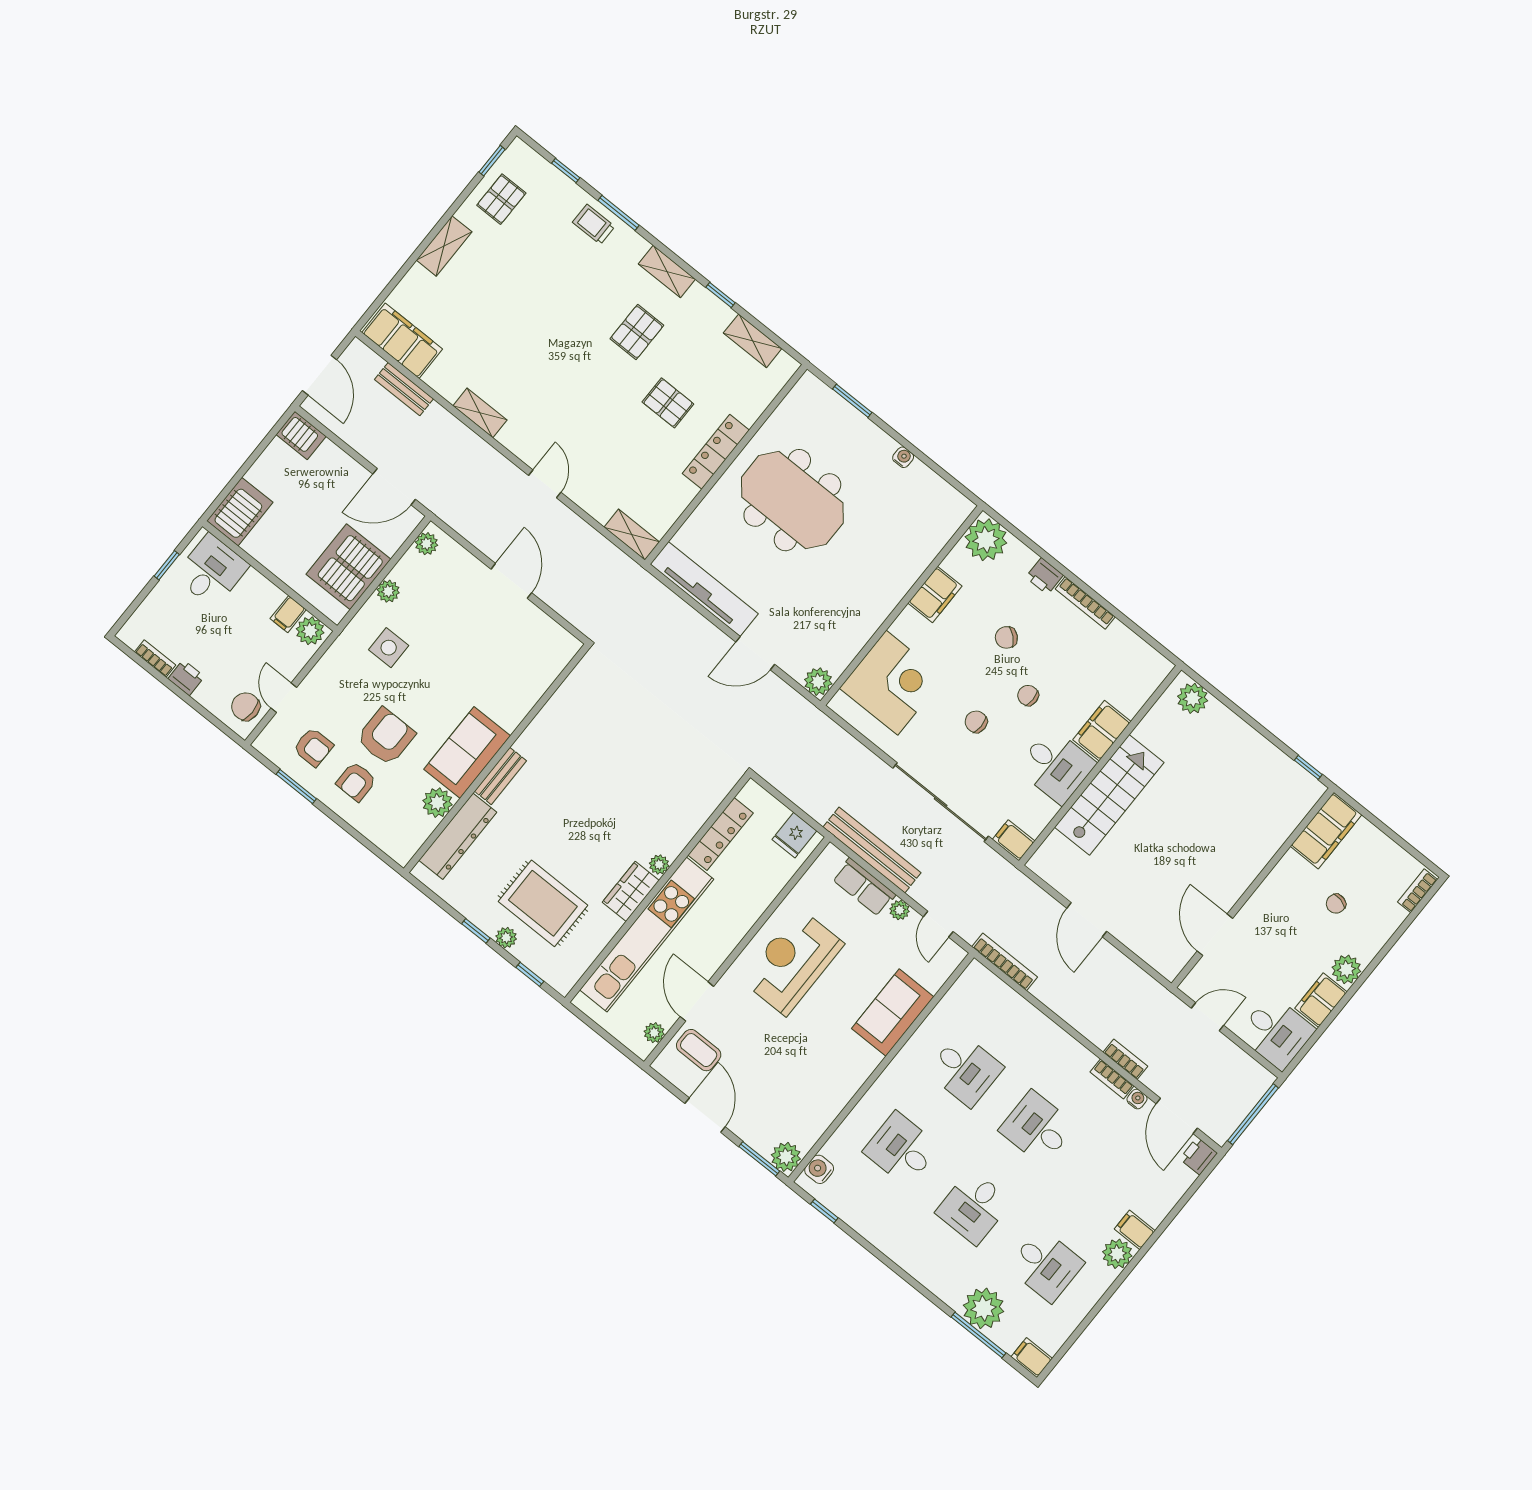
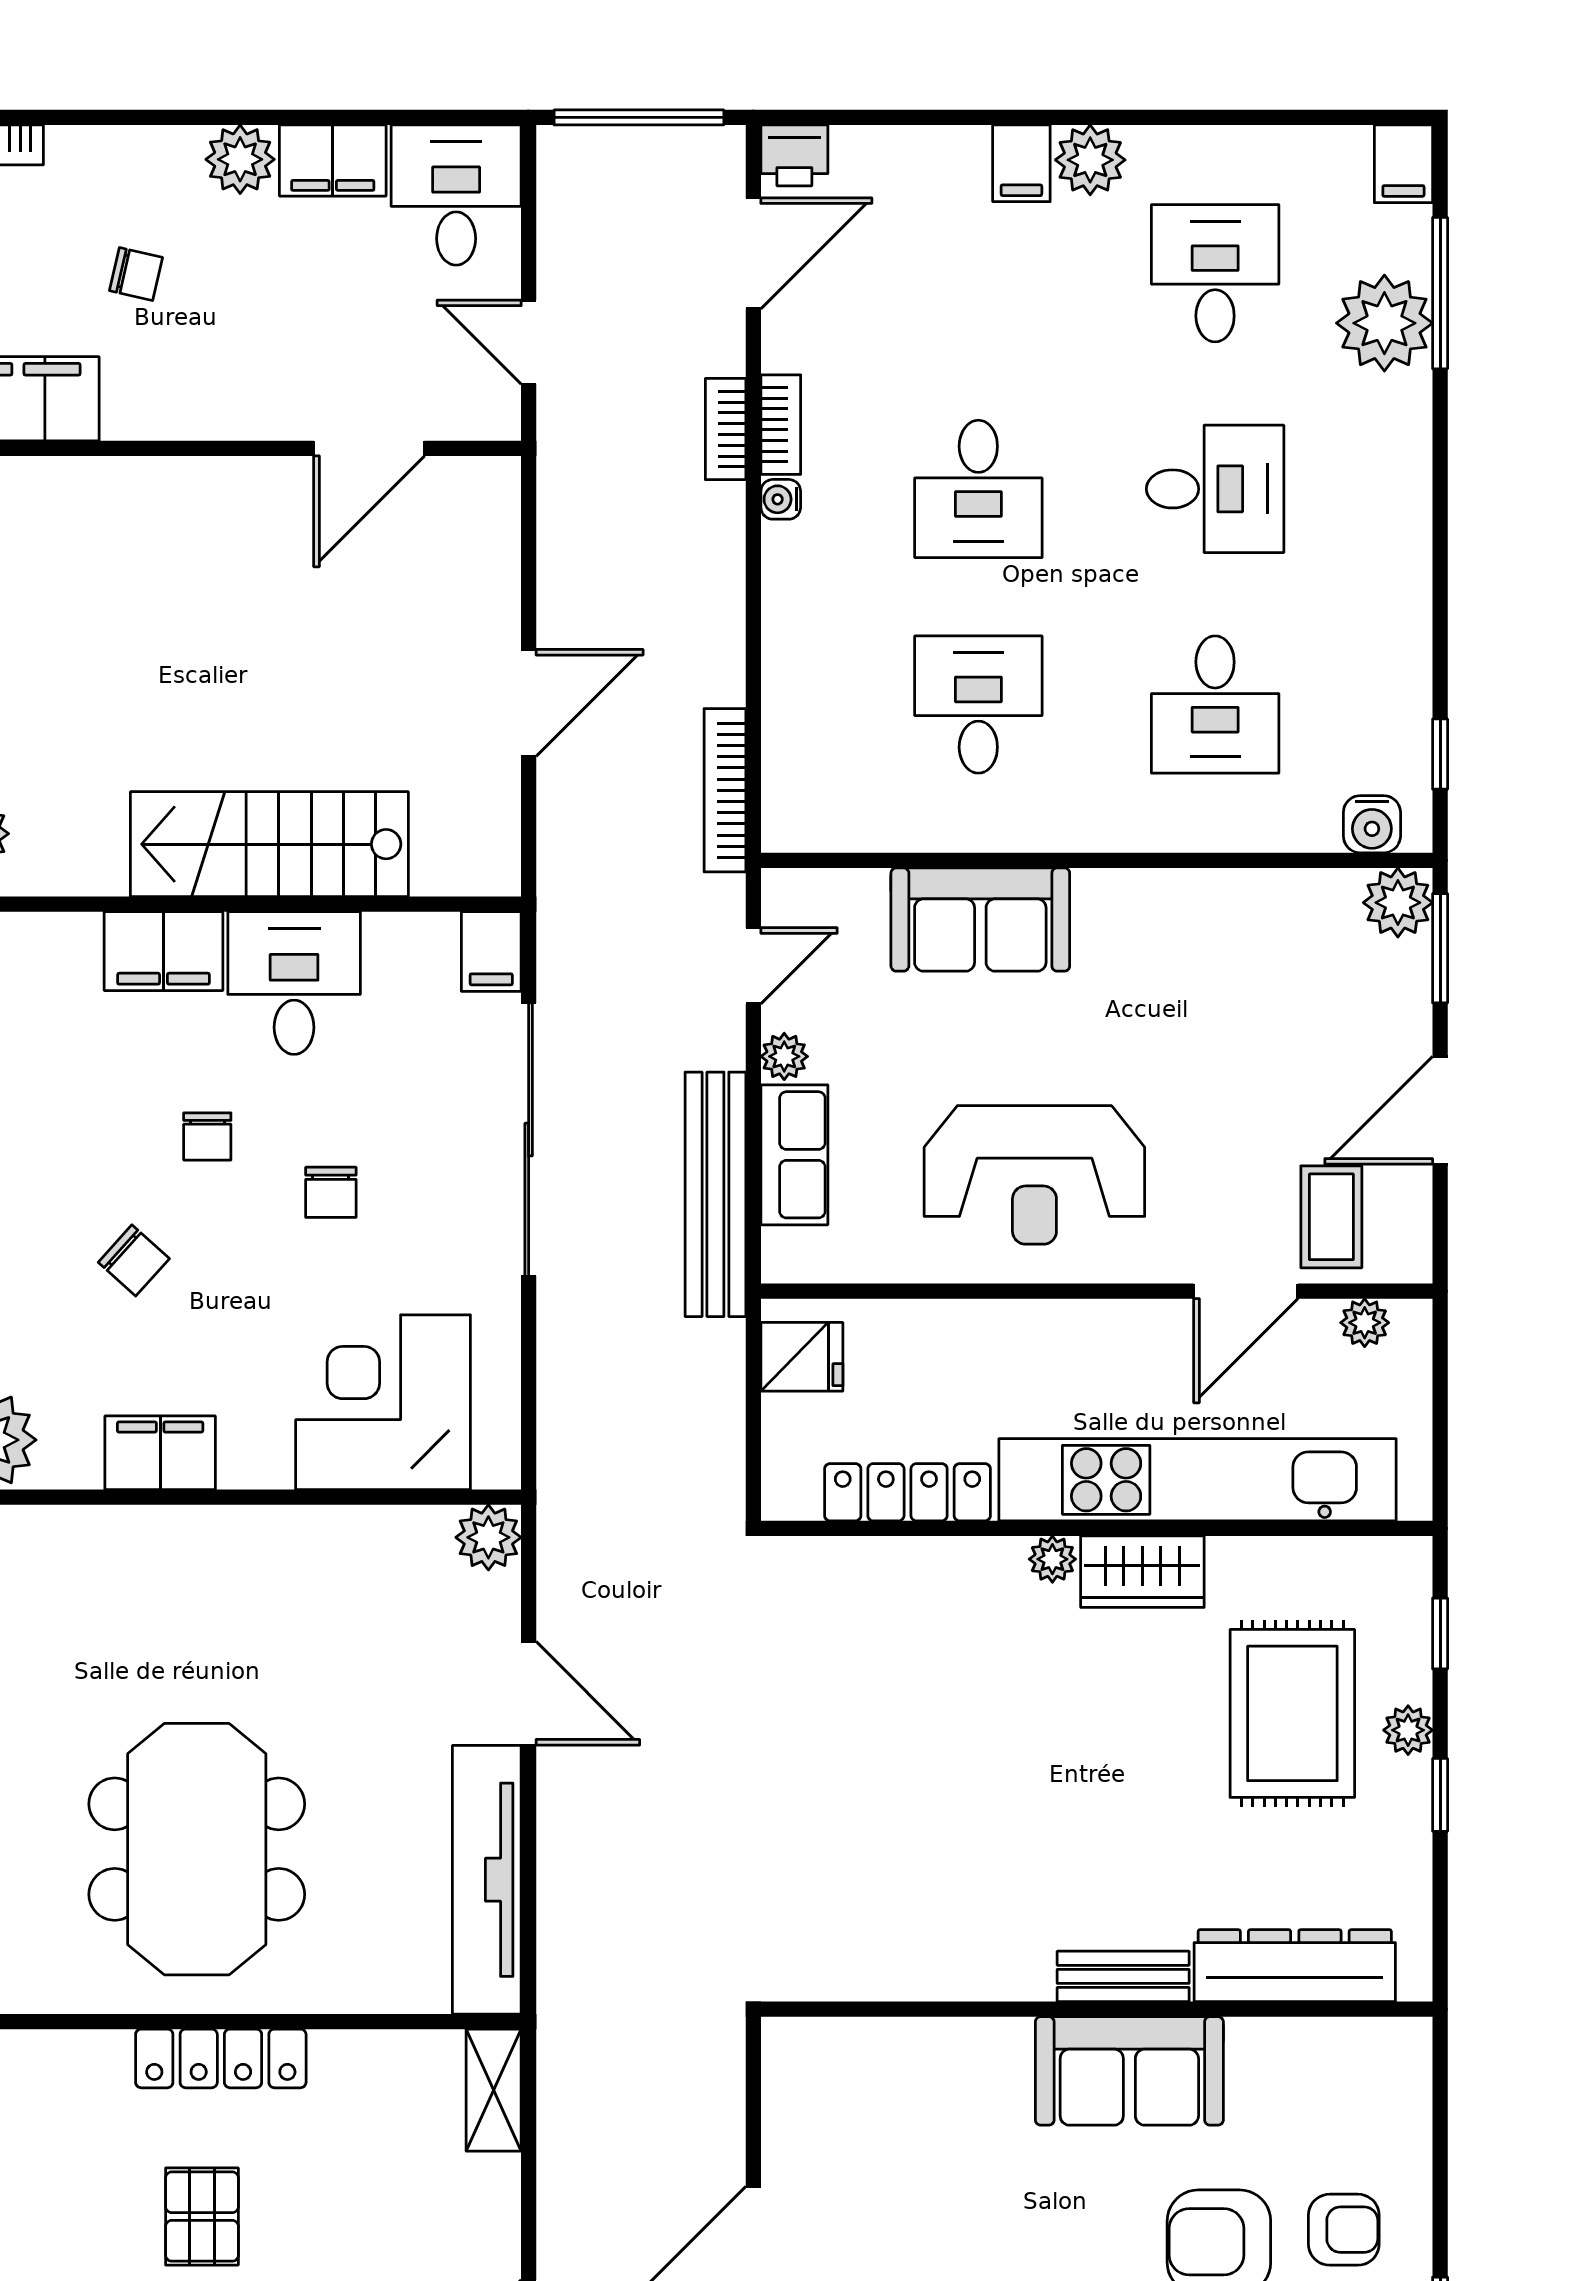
plant: (437, 803) -> (1263, 2052), removed
water cooler: (1137, 1099) -> (781, 499), moved

